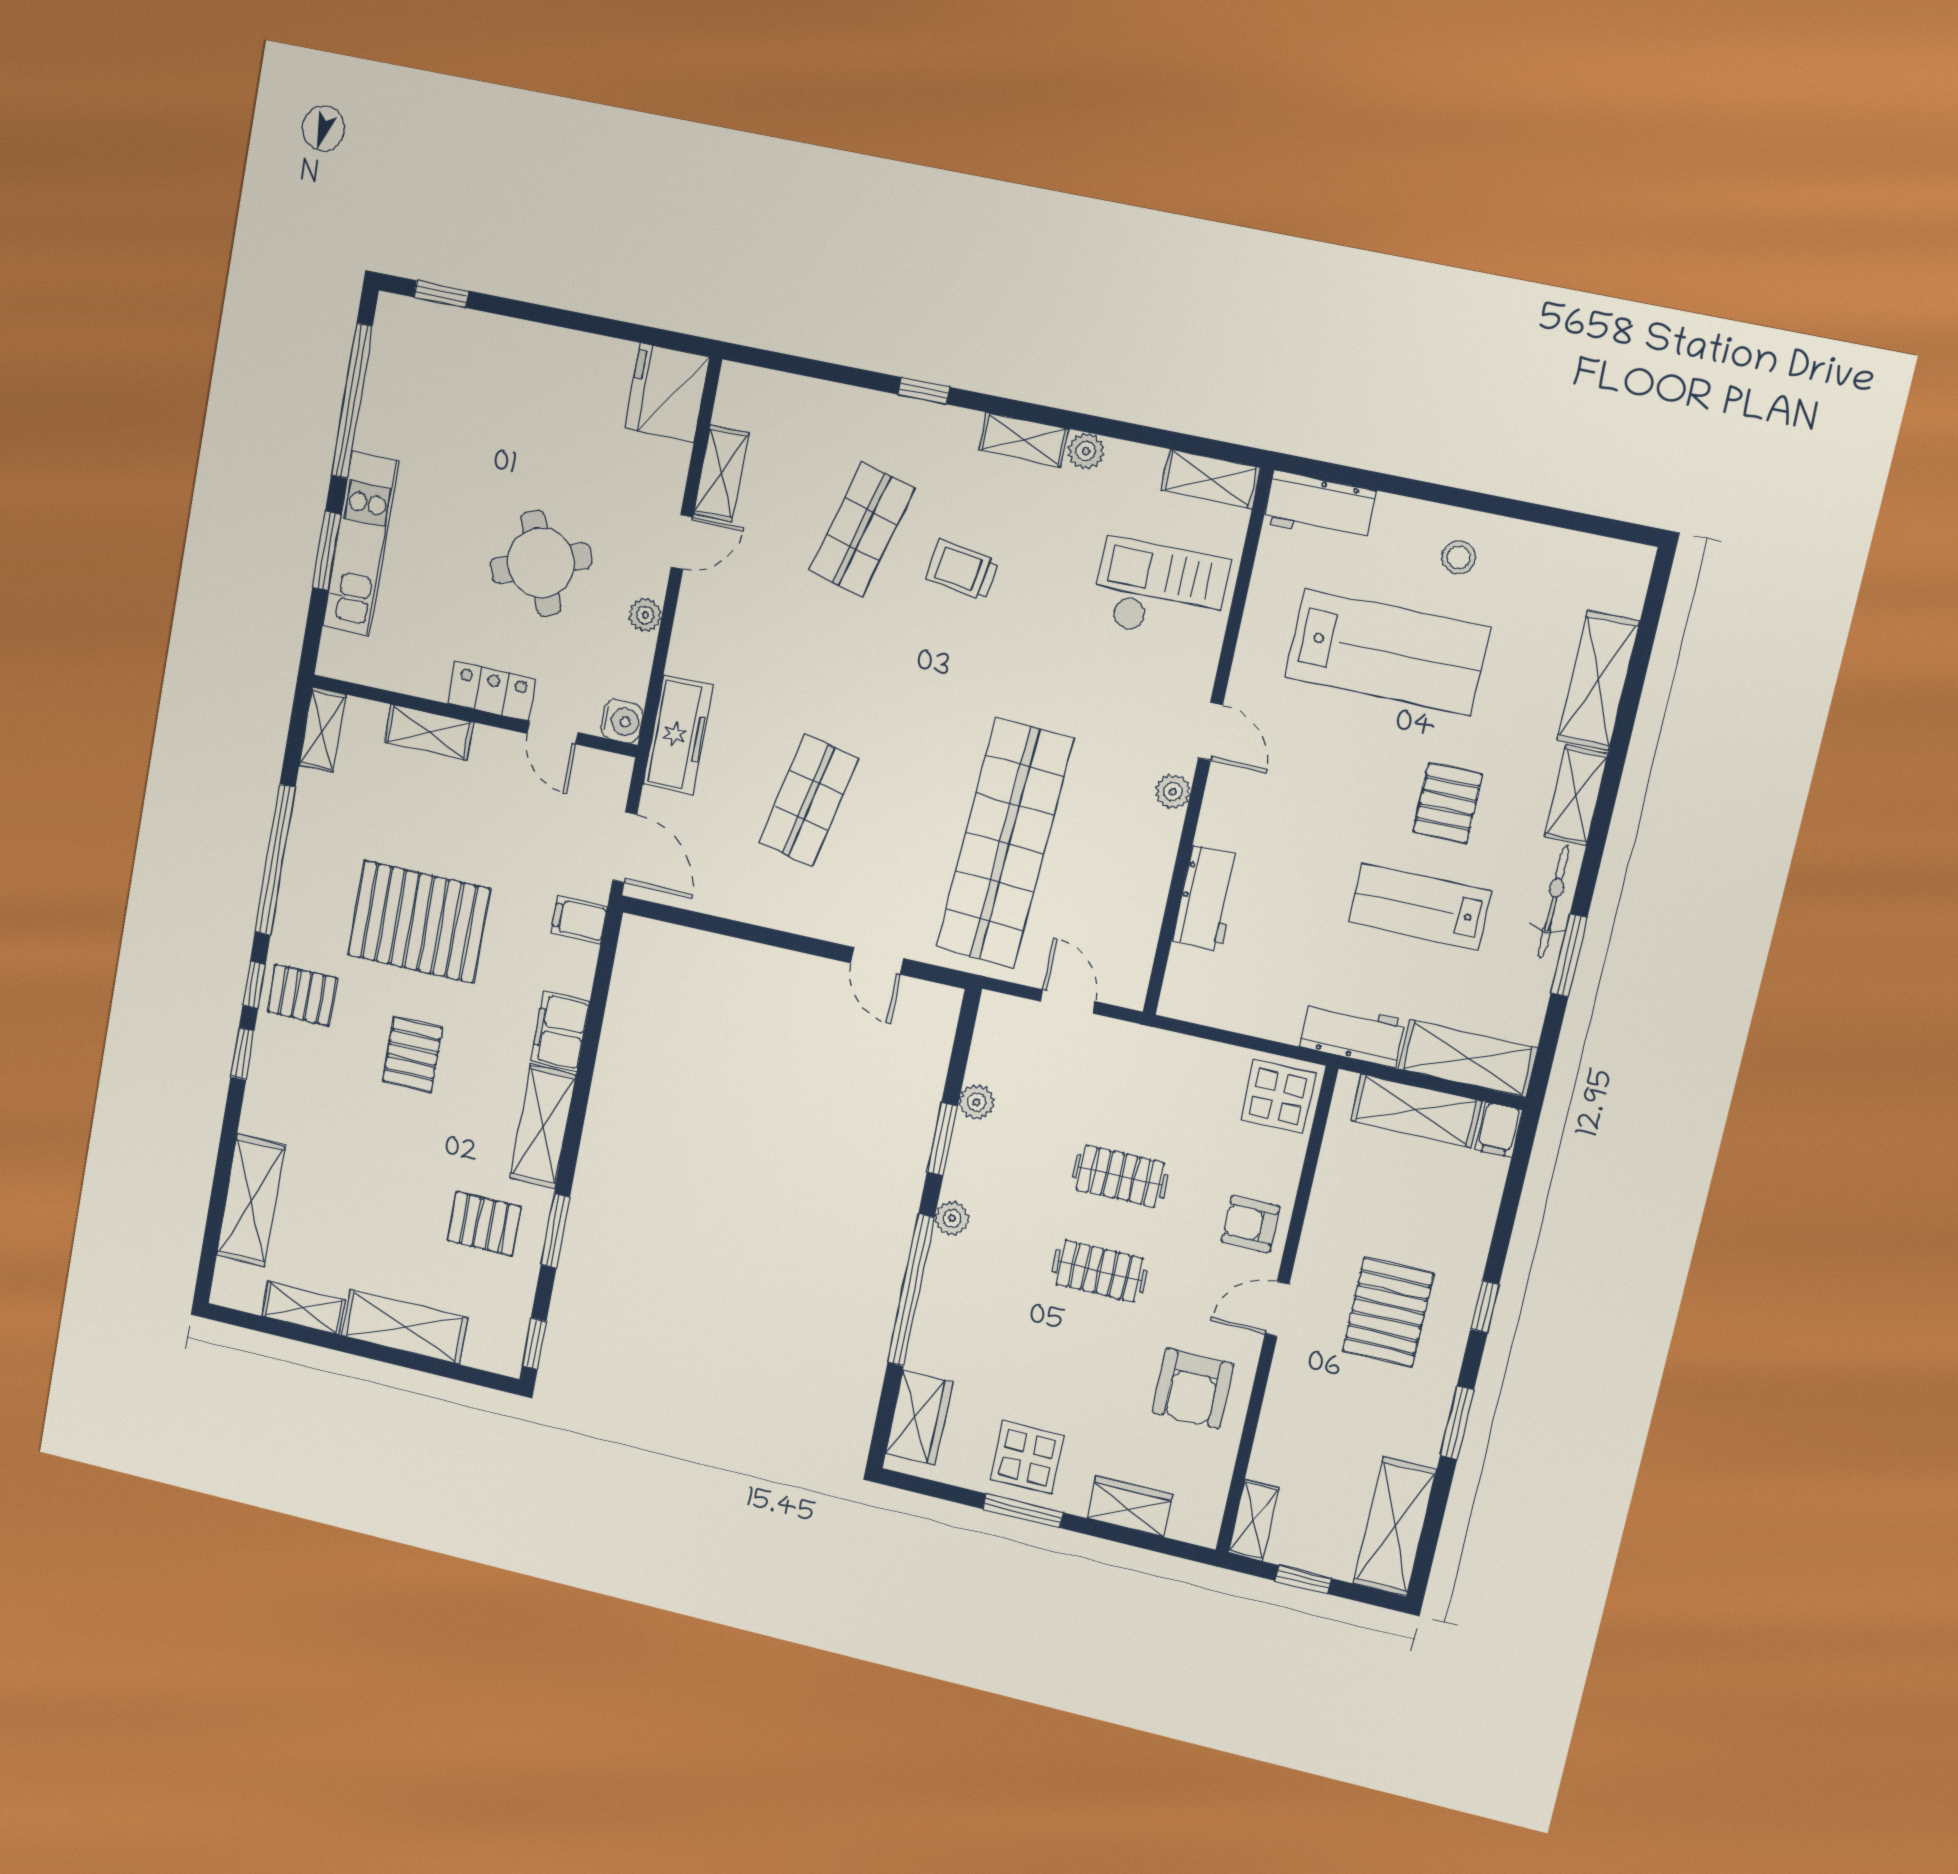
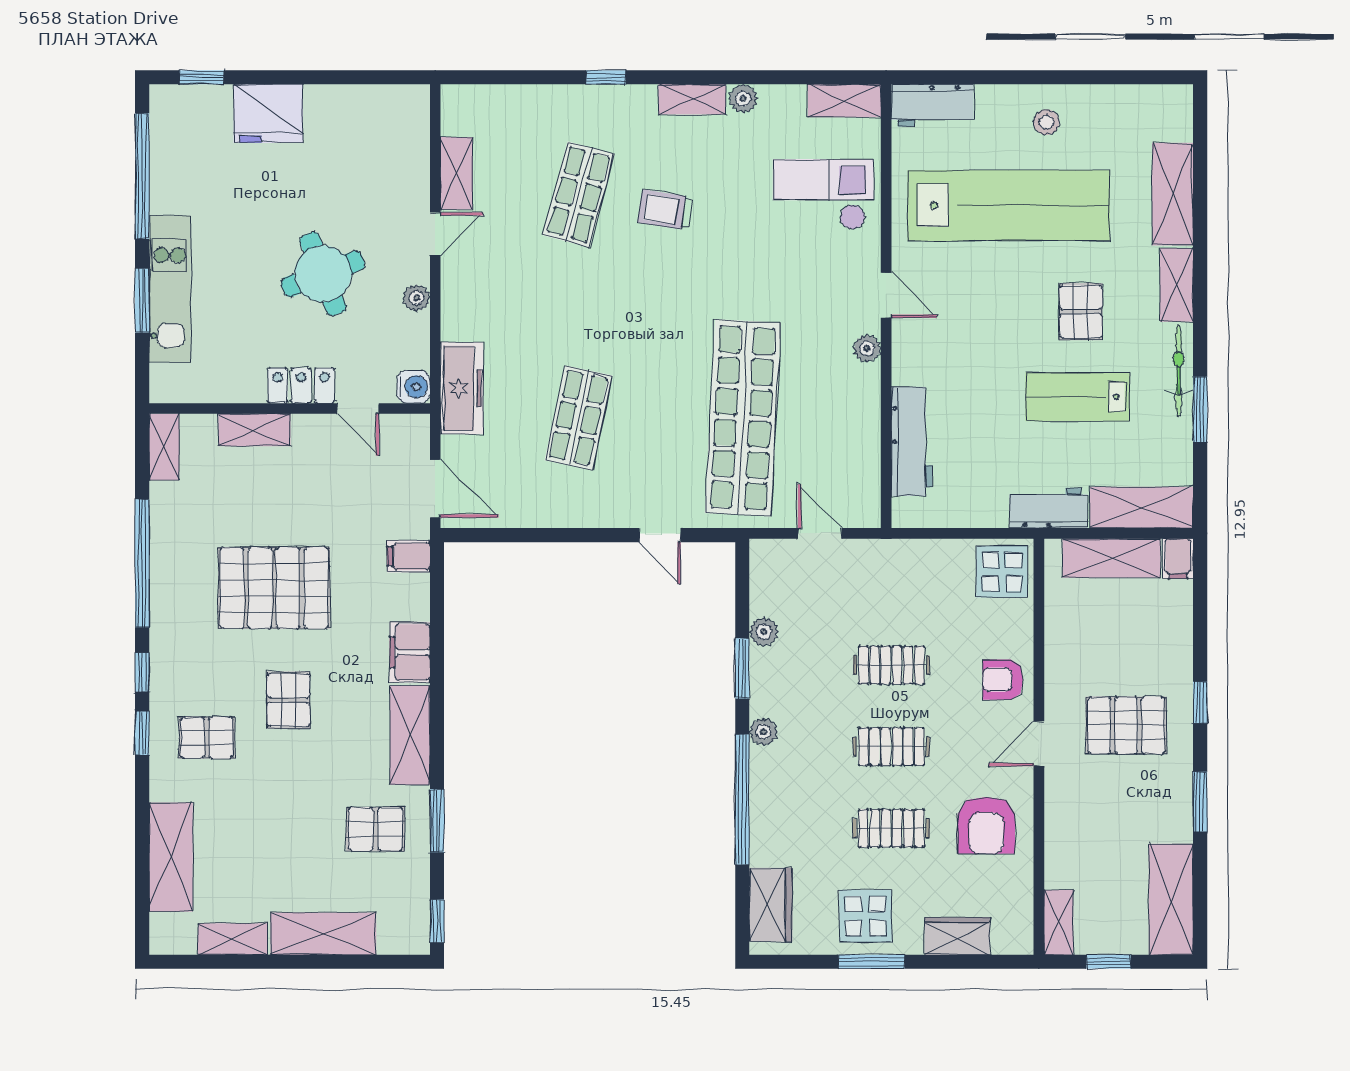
fridge: (667, 393) -> (268, 113), moved, turned -90
lab bench: (1387, 652) -> (1009, 205), width x1.36
workbench: (1207, 898) -> (912, 441), width x1.38
pallet: (302, 995) -> (207, 738), moved
pallet: (1388, 1312) -> (1126, 725), turned 90
clothes rail: (1079, 1365) -> (891, 828), added

